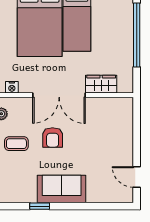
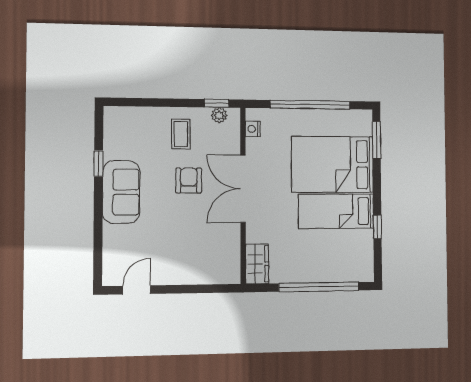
wardrobe: (101, 84) -> (257, 264), moved
armchair: (53, 137) -> (189, 180), turned 90

